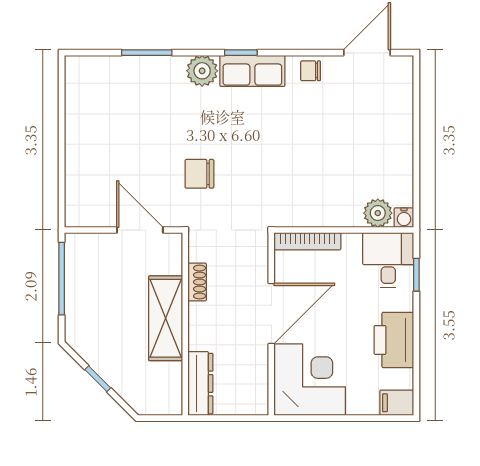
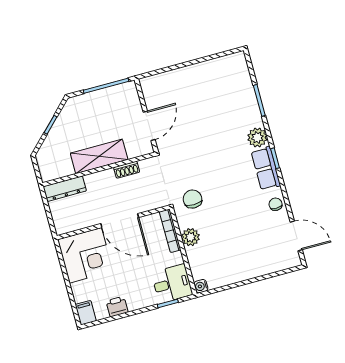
chair: (199, 174) -> (192, 199), moved
plant: (378, 213) -> (190, 237), moved
printer: (394, 340) -> (117, 307), width x0.53, depth x0.68

